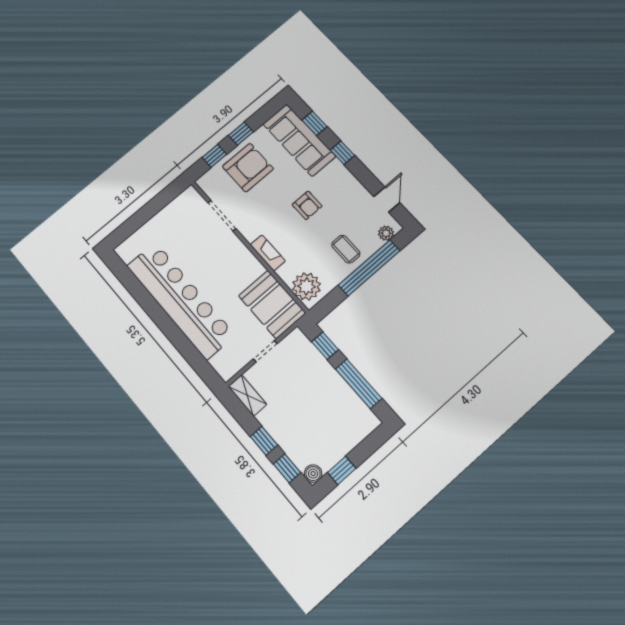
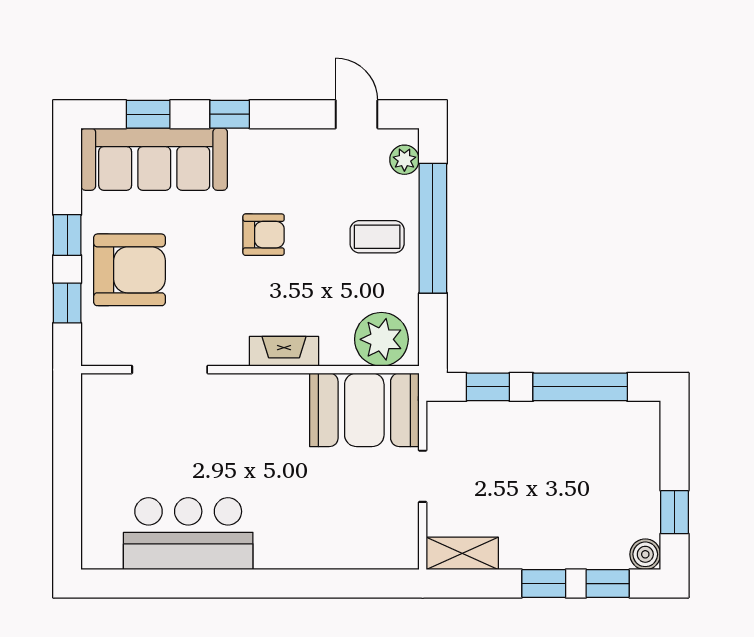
armchair: (248, 168) -> (129, 270), turned 90
bar counter: (181, 300) -> (188, 534), width x0.54

